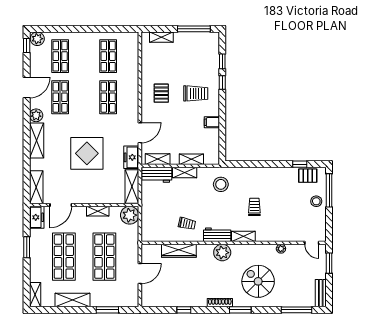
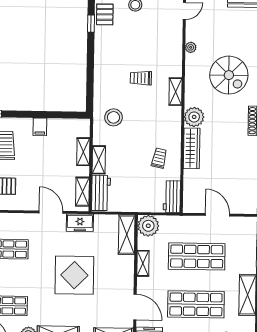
shelving: (132, 186) -> (127, 235), moved, turned 90
workbench: (217, 235) -> (172, 197), moved
wardrobe: (179, 251) -> (192, 148), moved
spiral stairs: (258, 281) -> (229, 75), turned -90

